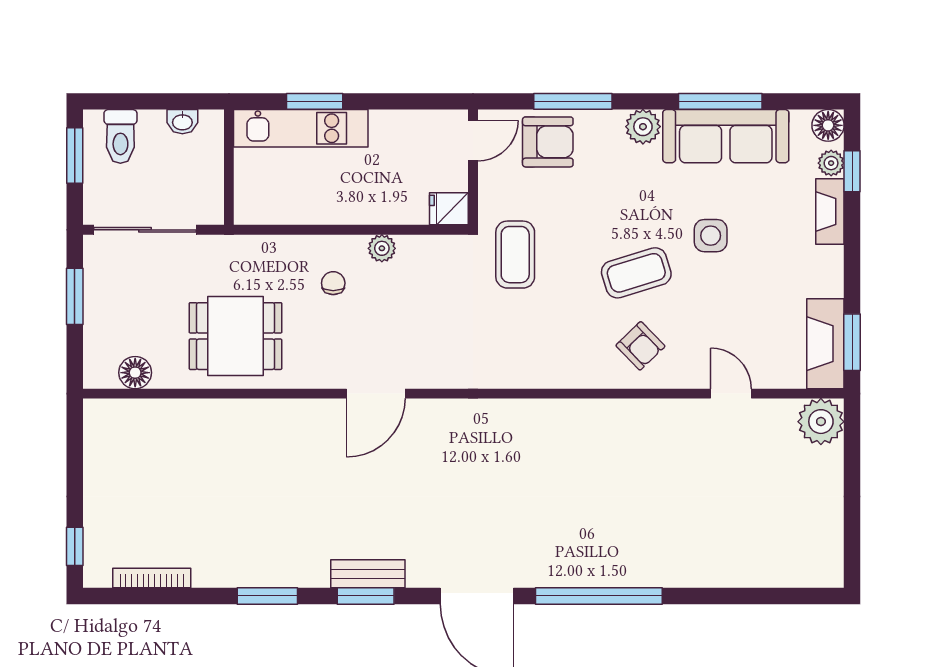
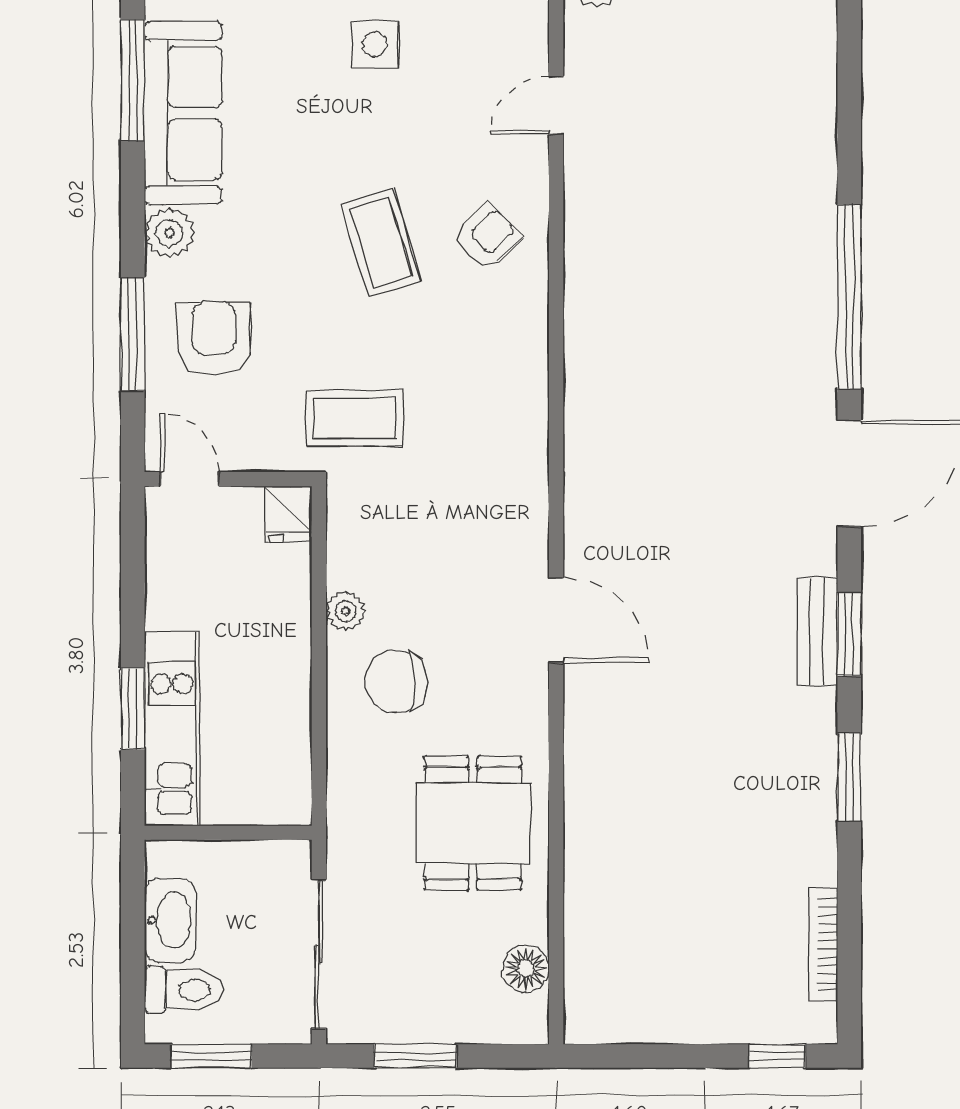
window: (720, 101) -> (133, 80), moved
washbasin: (182, 122) -> (170, 920), width x1.91, depth x1.45
armchair: (548, 142) -> (214, 338), moved
side table: (711, 236) -> (375, 44), moved
chair: (333, 283) -> (396, 682), width x1.87, depth x1.87

